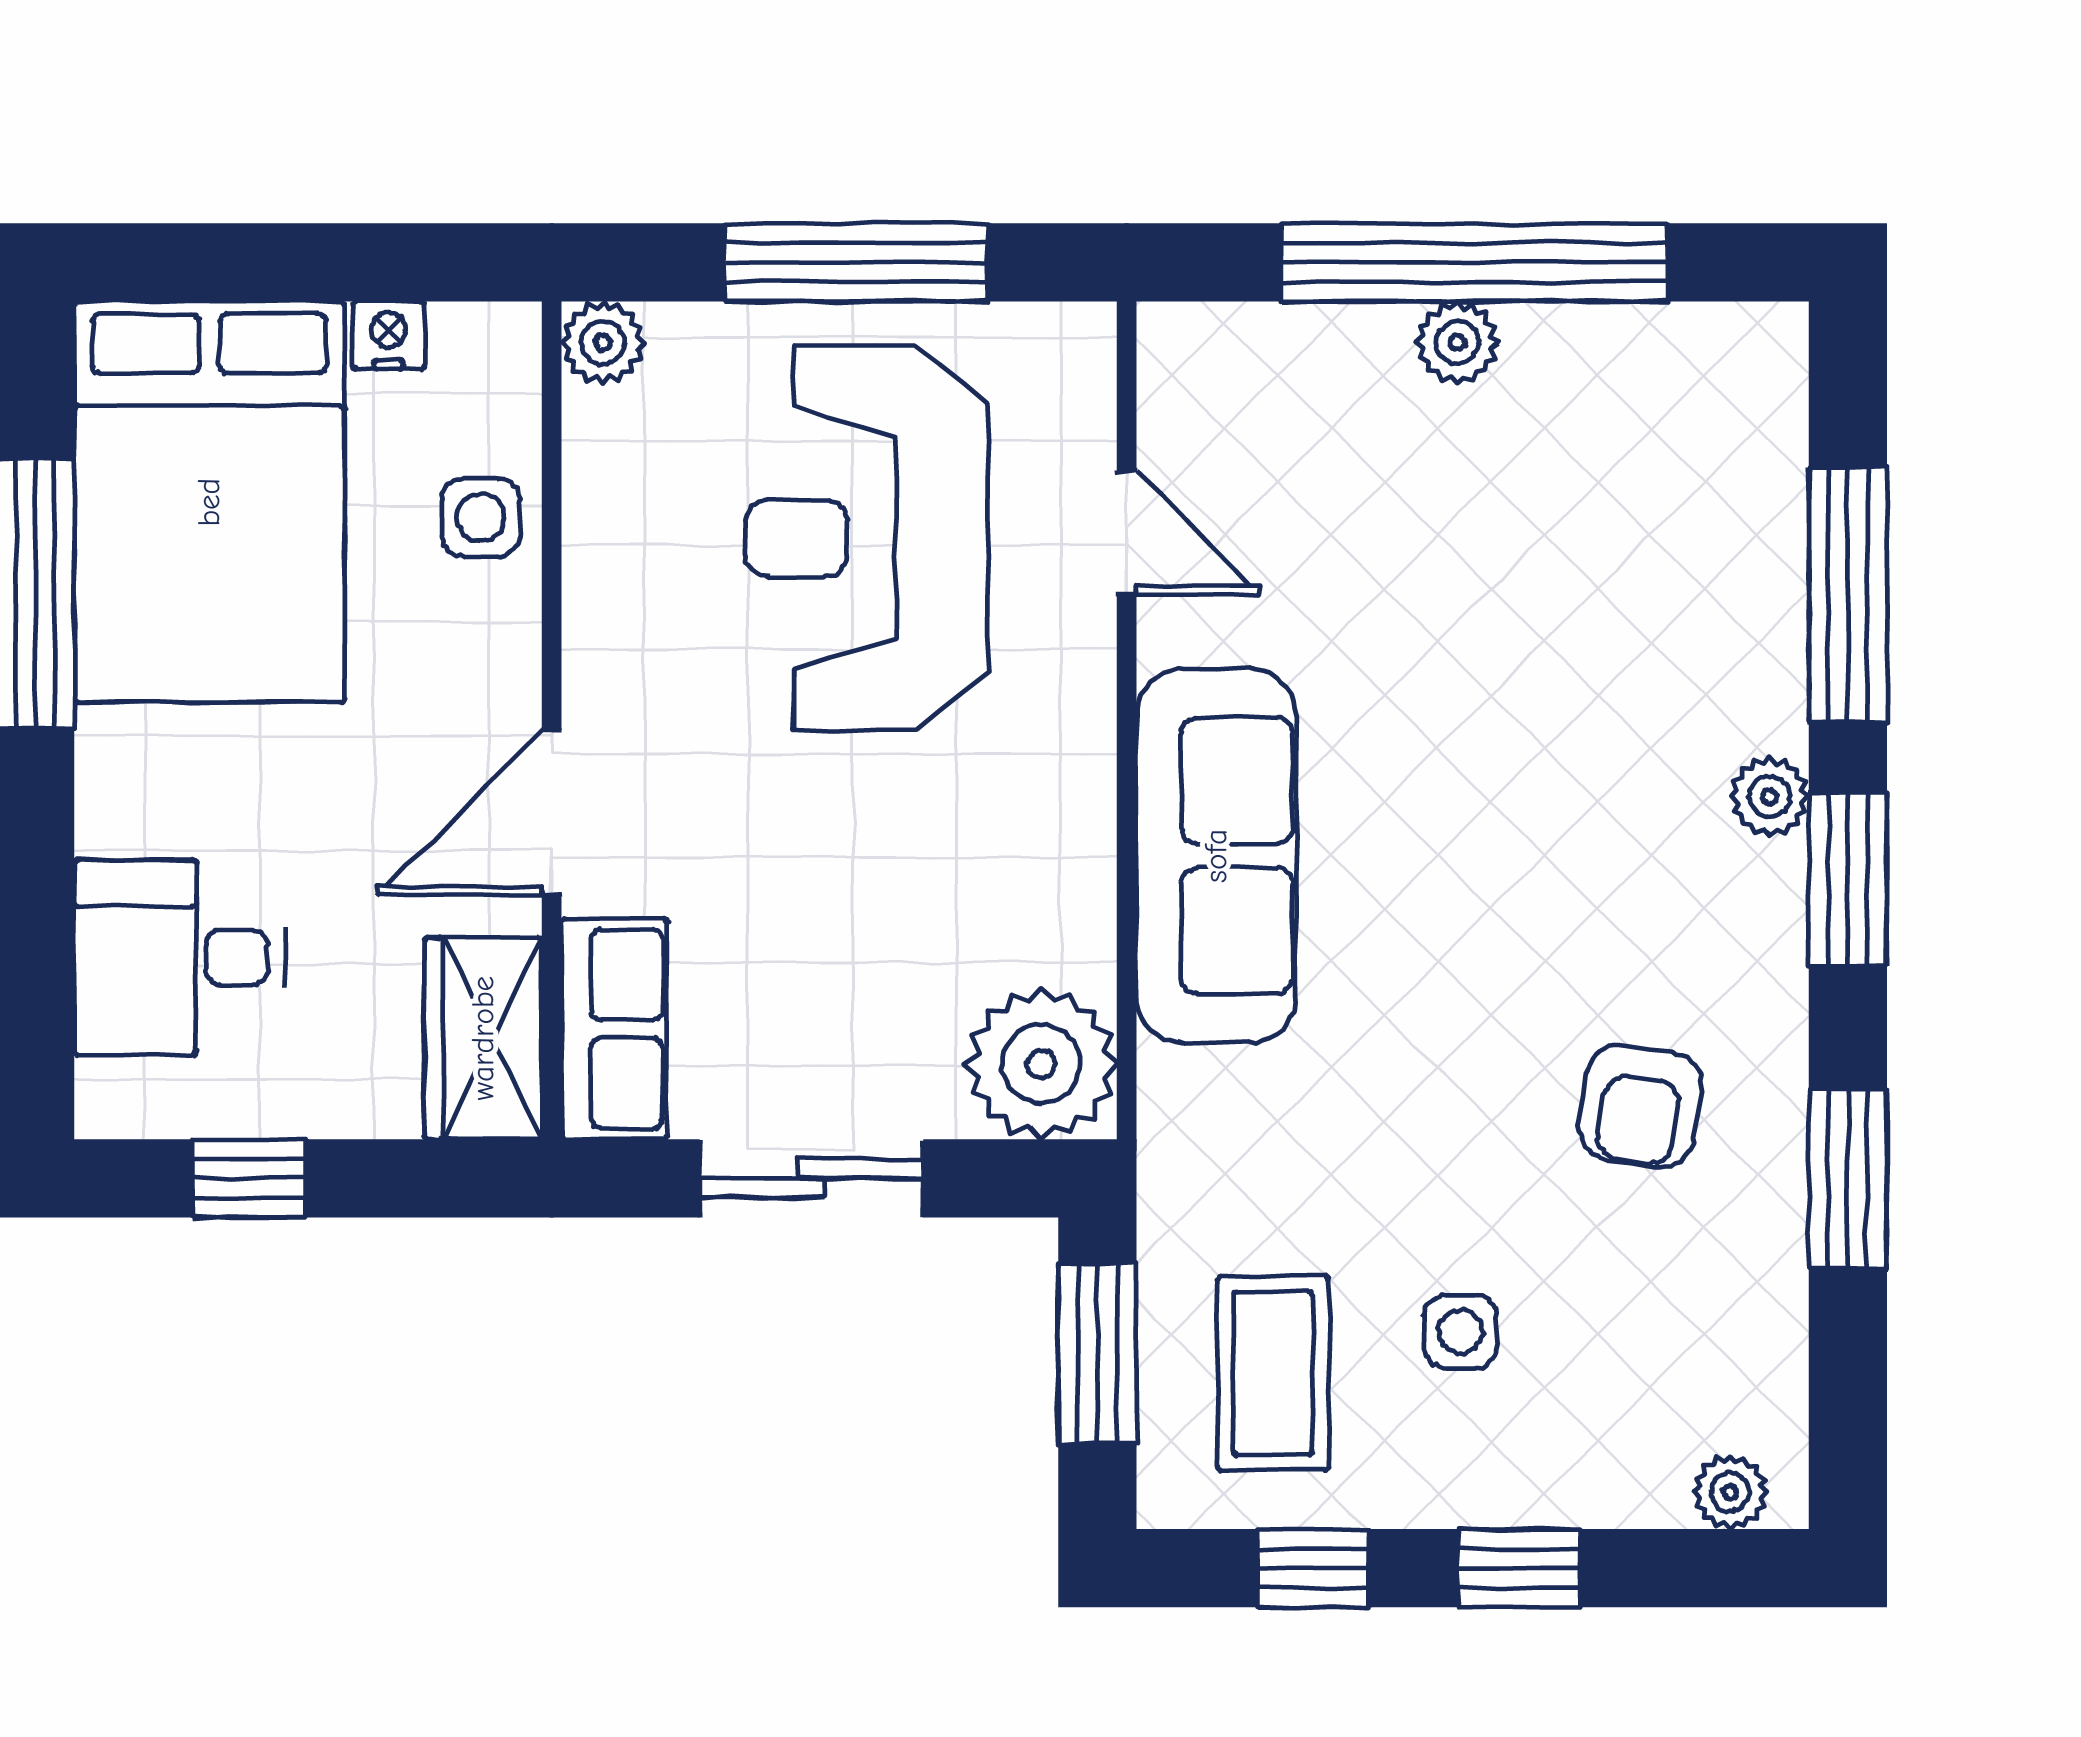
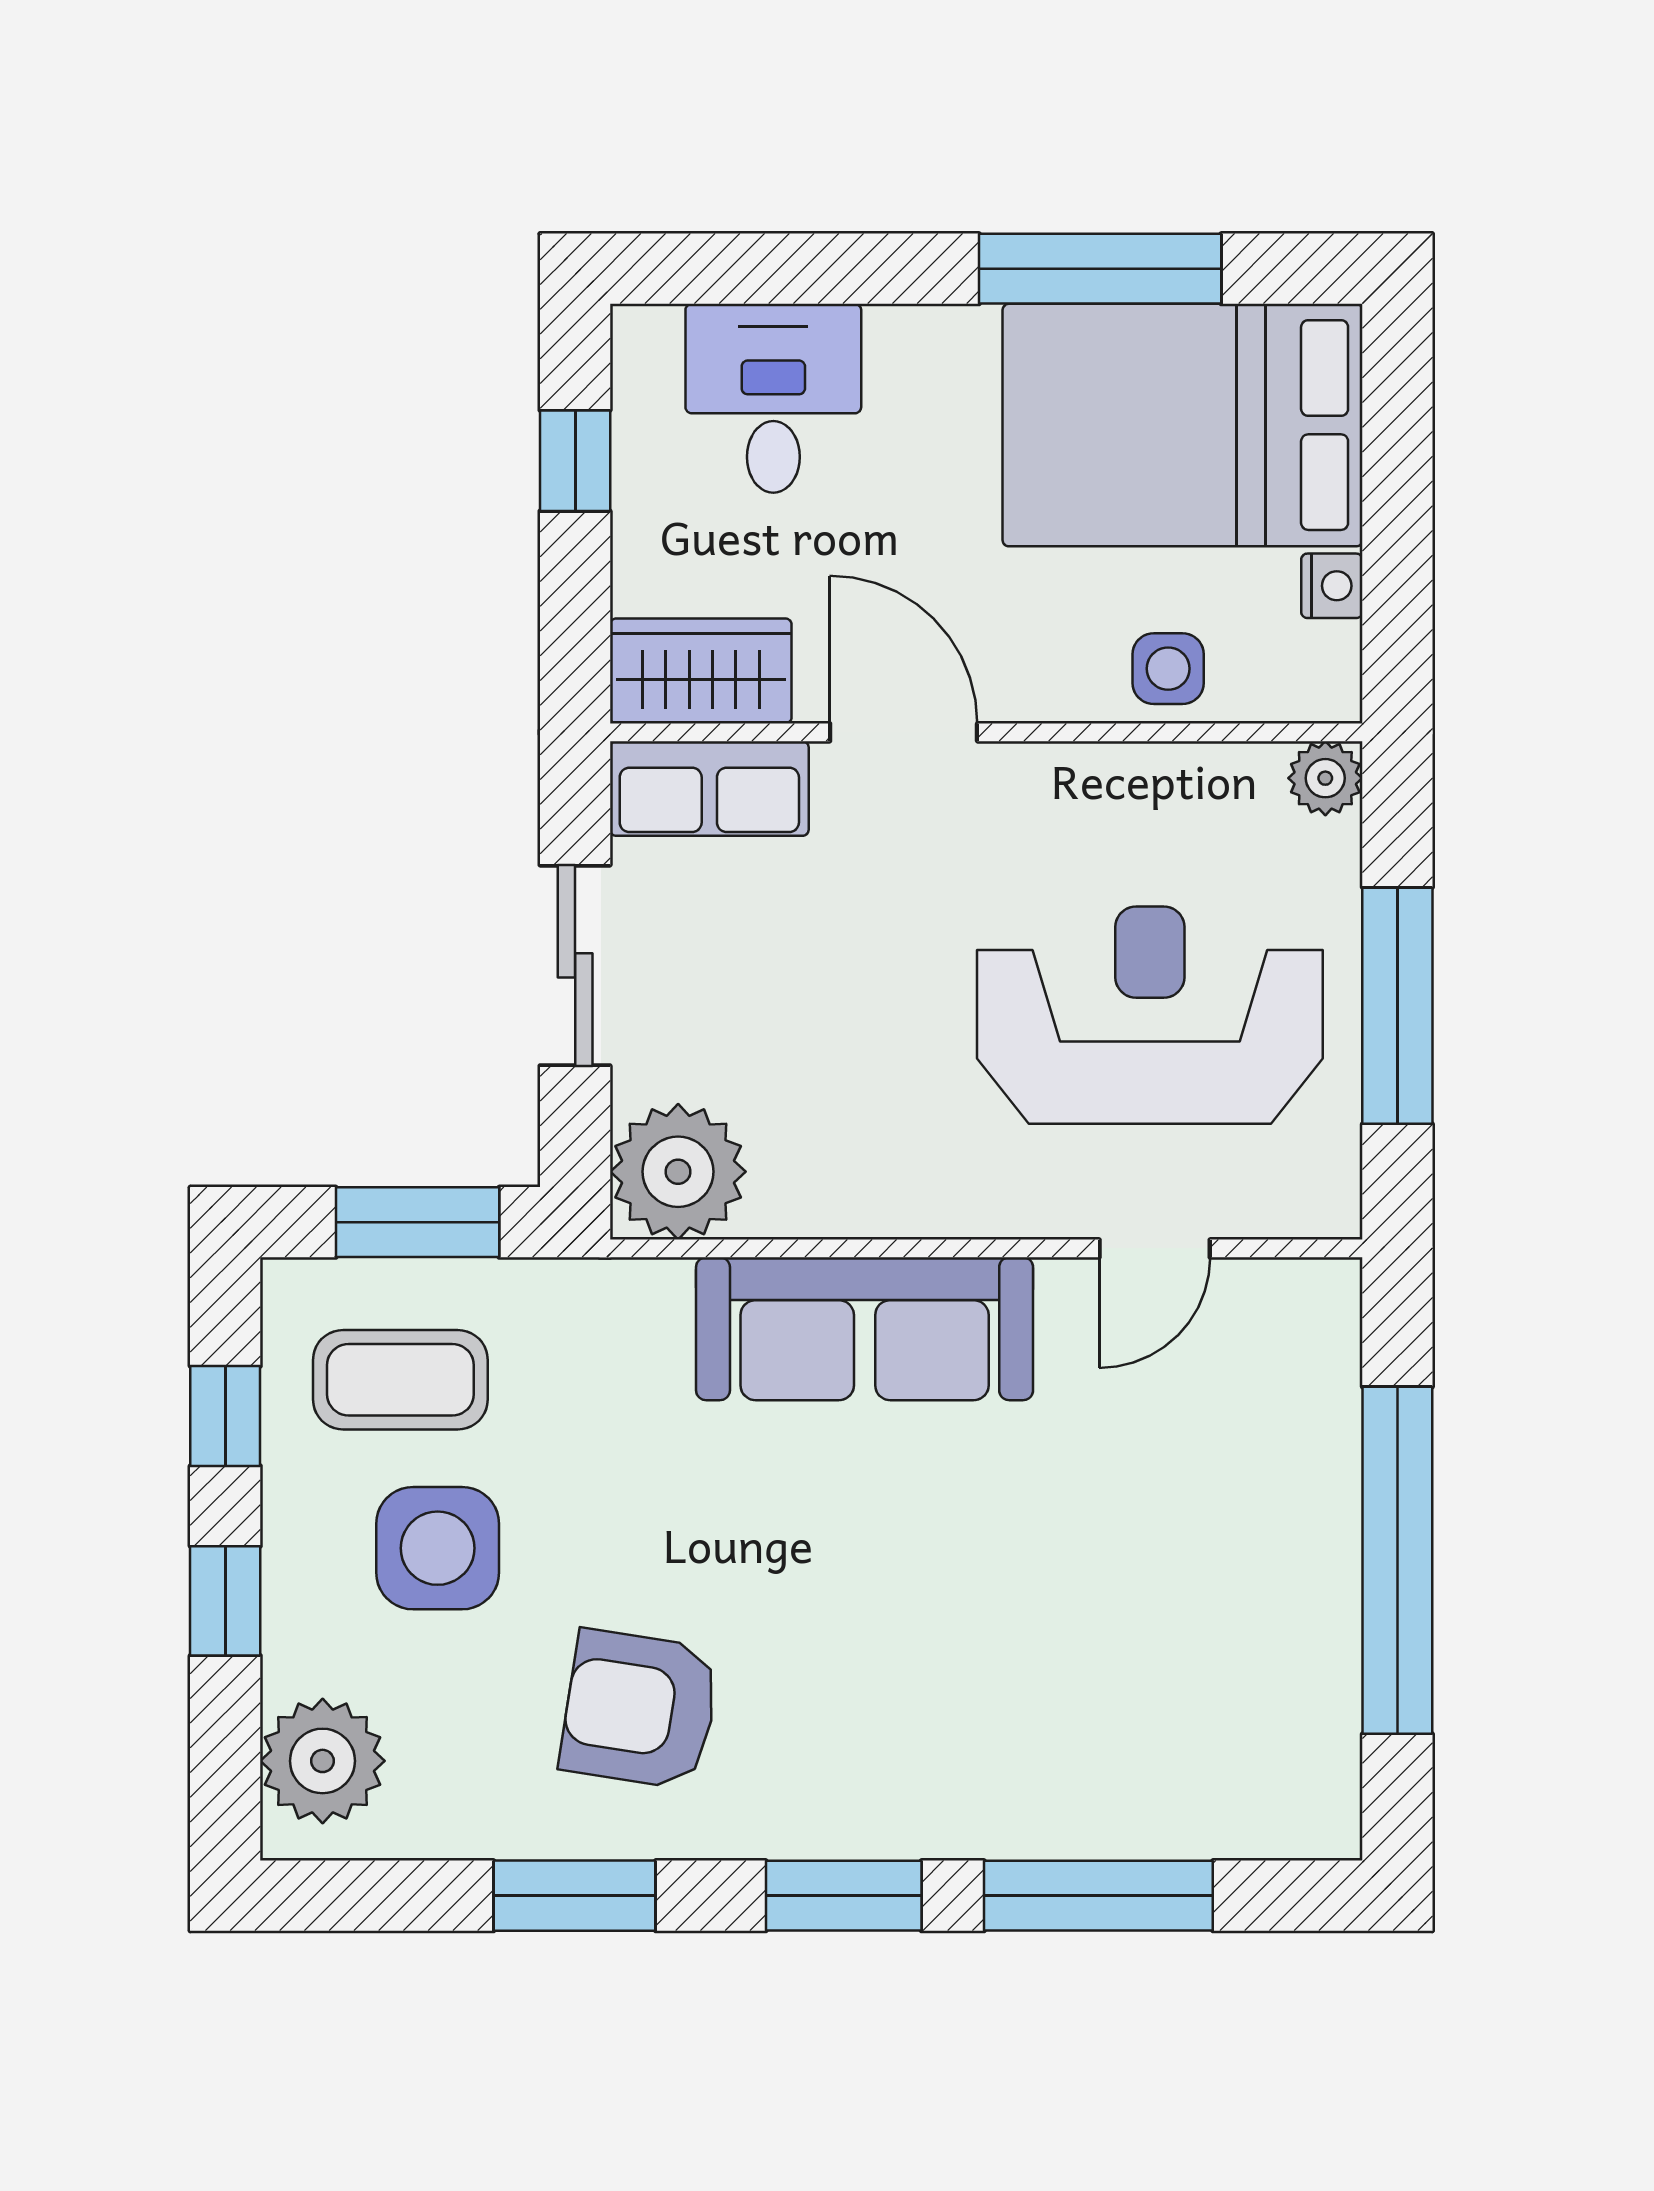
plant: (1457, 342) -> (1326, 1545), removed
plant: (1770, 796) -> (918, 1826), removed
armchair: (1640, 1106) -> (640, 1709), width x1.38, depth x1.38
side table: (1461, 1332) -> (438, 1548), width x1.87, depth x1.87
plant: (1730, 1492) -> (323, 1761), width x1.88, depth x1.88

